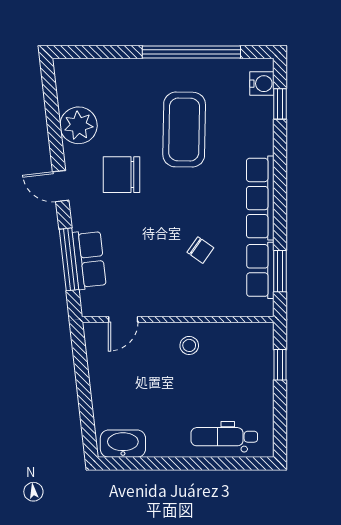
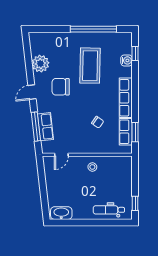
water cooler: (262, 84) -> (127, 60), moved
door: (61, 186) -> (32, 92), hinge flipped
window: (280, 365) -> (135, 203), moved

